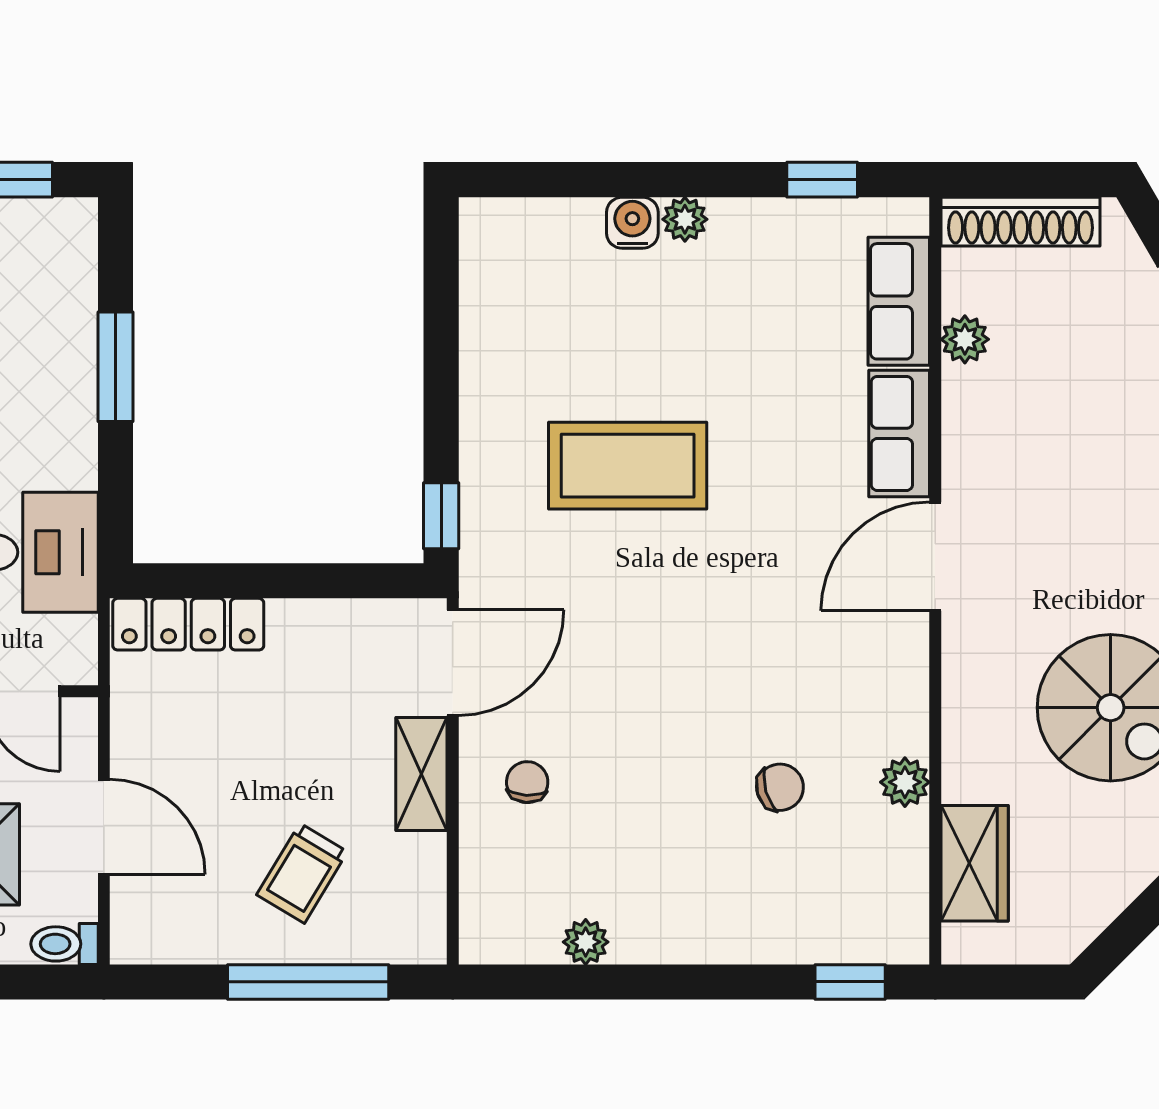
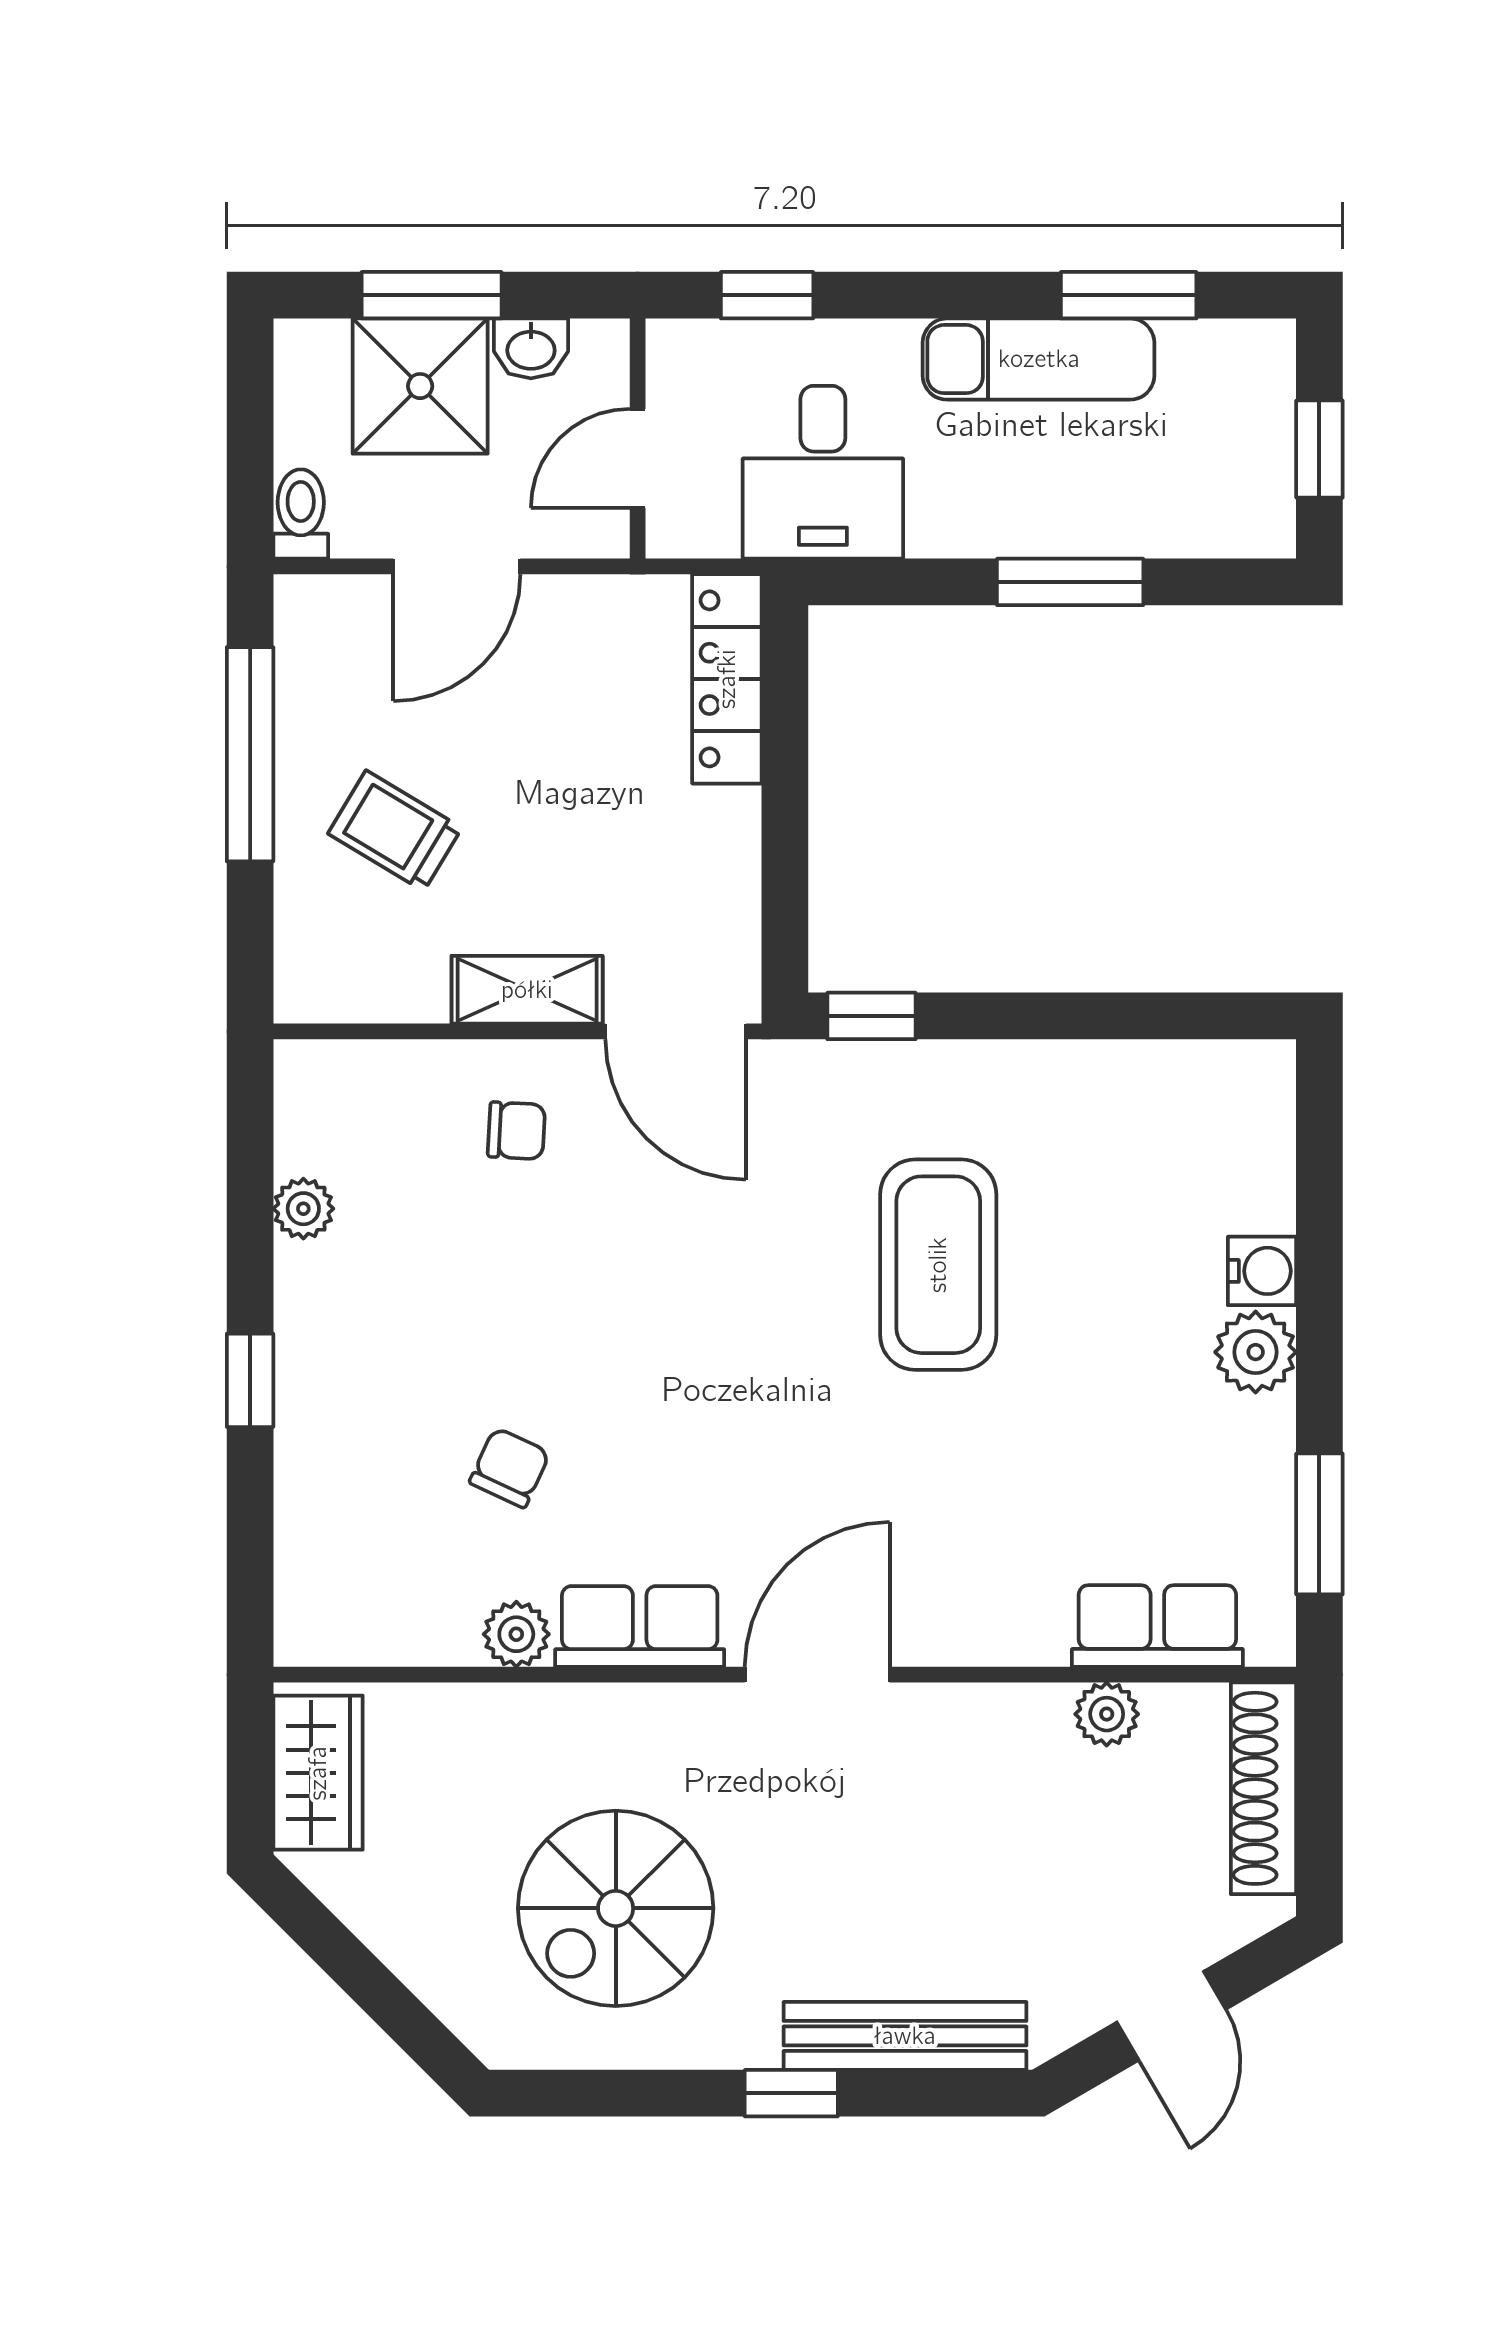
window: (822, 180) -> (1319, 1524), width x1.50
plant: (685, 219) -> (1256, 1352), width x1.38, depth x1.38
row of seats: (899, 433) -> (640, 1627), moved
door: (935, 556) -> (817, 1675), hinge flipped
chair: (780, 787) -> (510, 1468), turned -139
wardrobe: (975, 863) -> (318, 1773), moved, turned -90
window: (308, 982) -> (250, 754), moved
window: (850, 982) -> (250, 1380), moved

